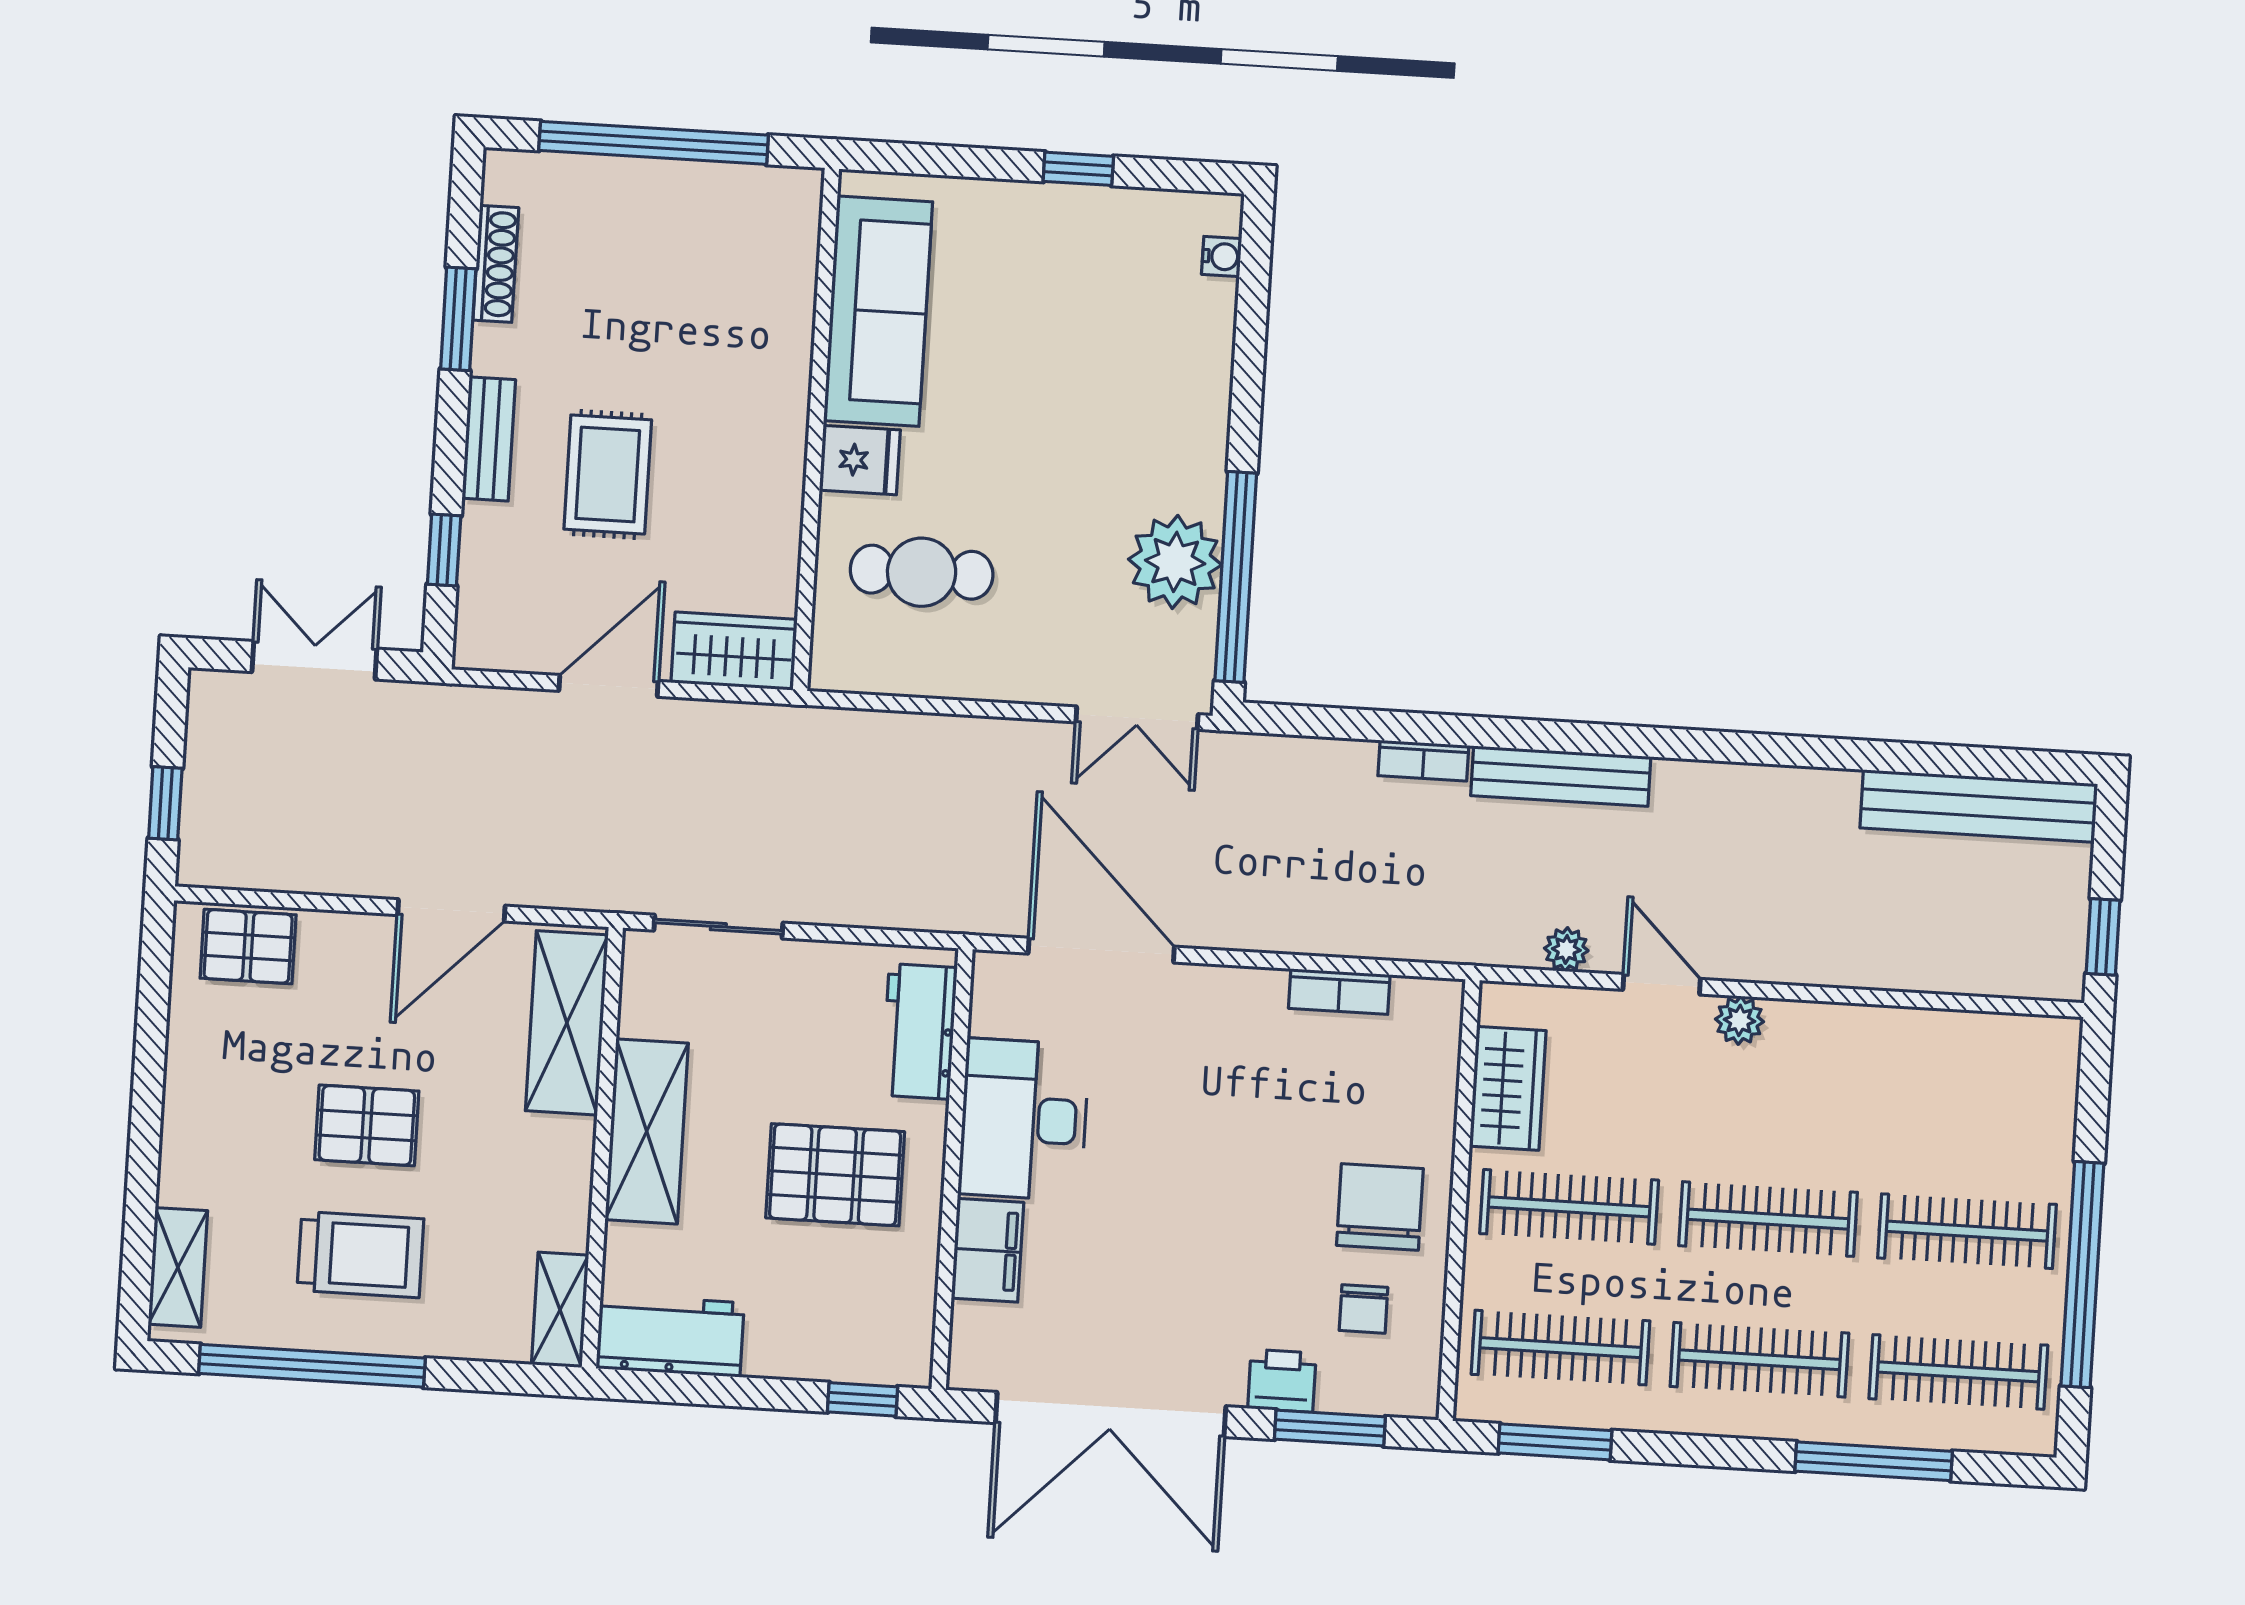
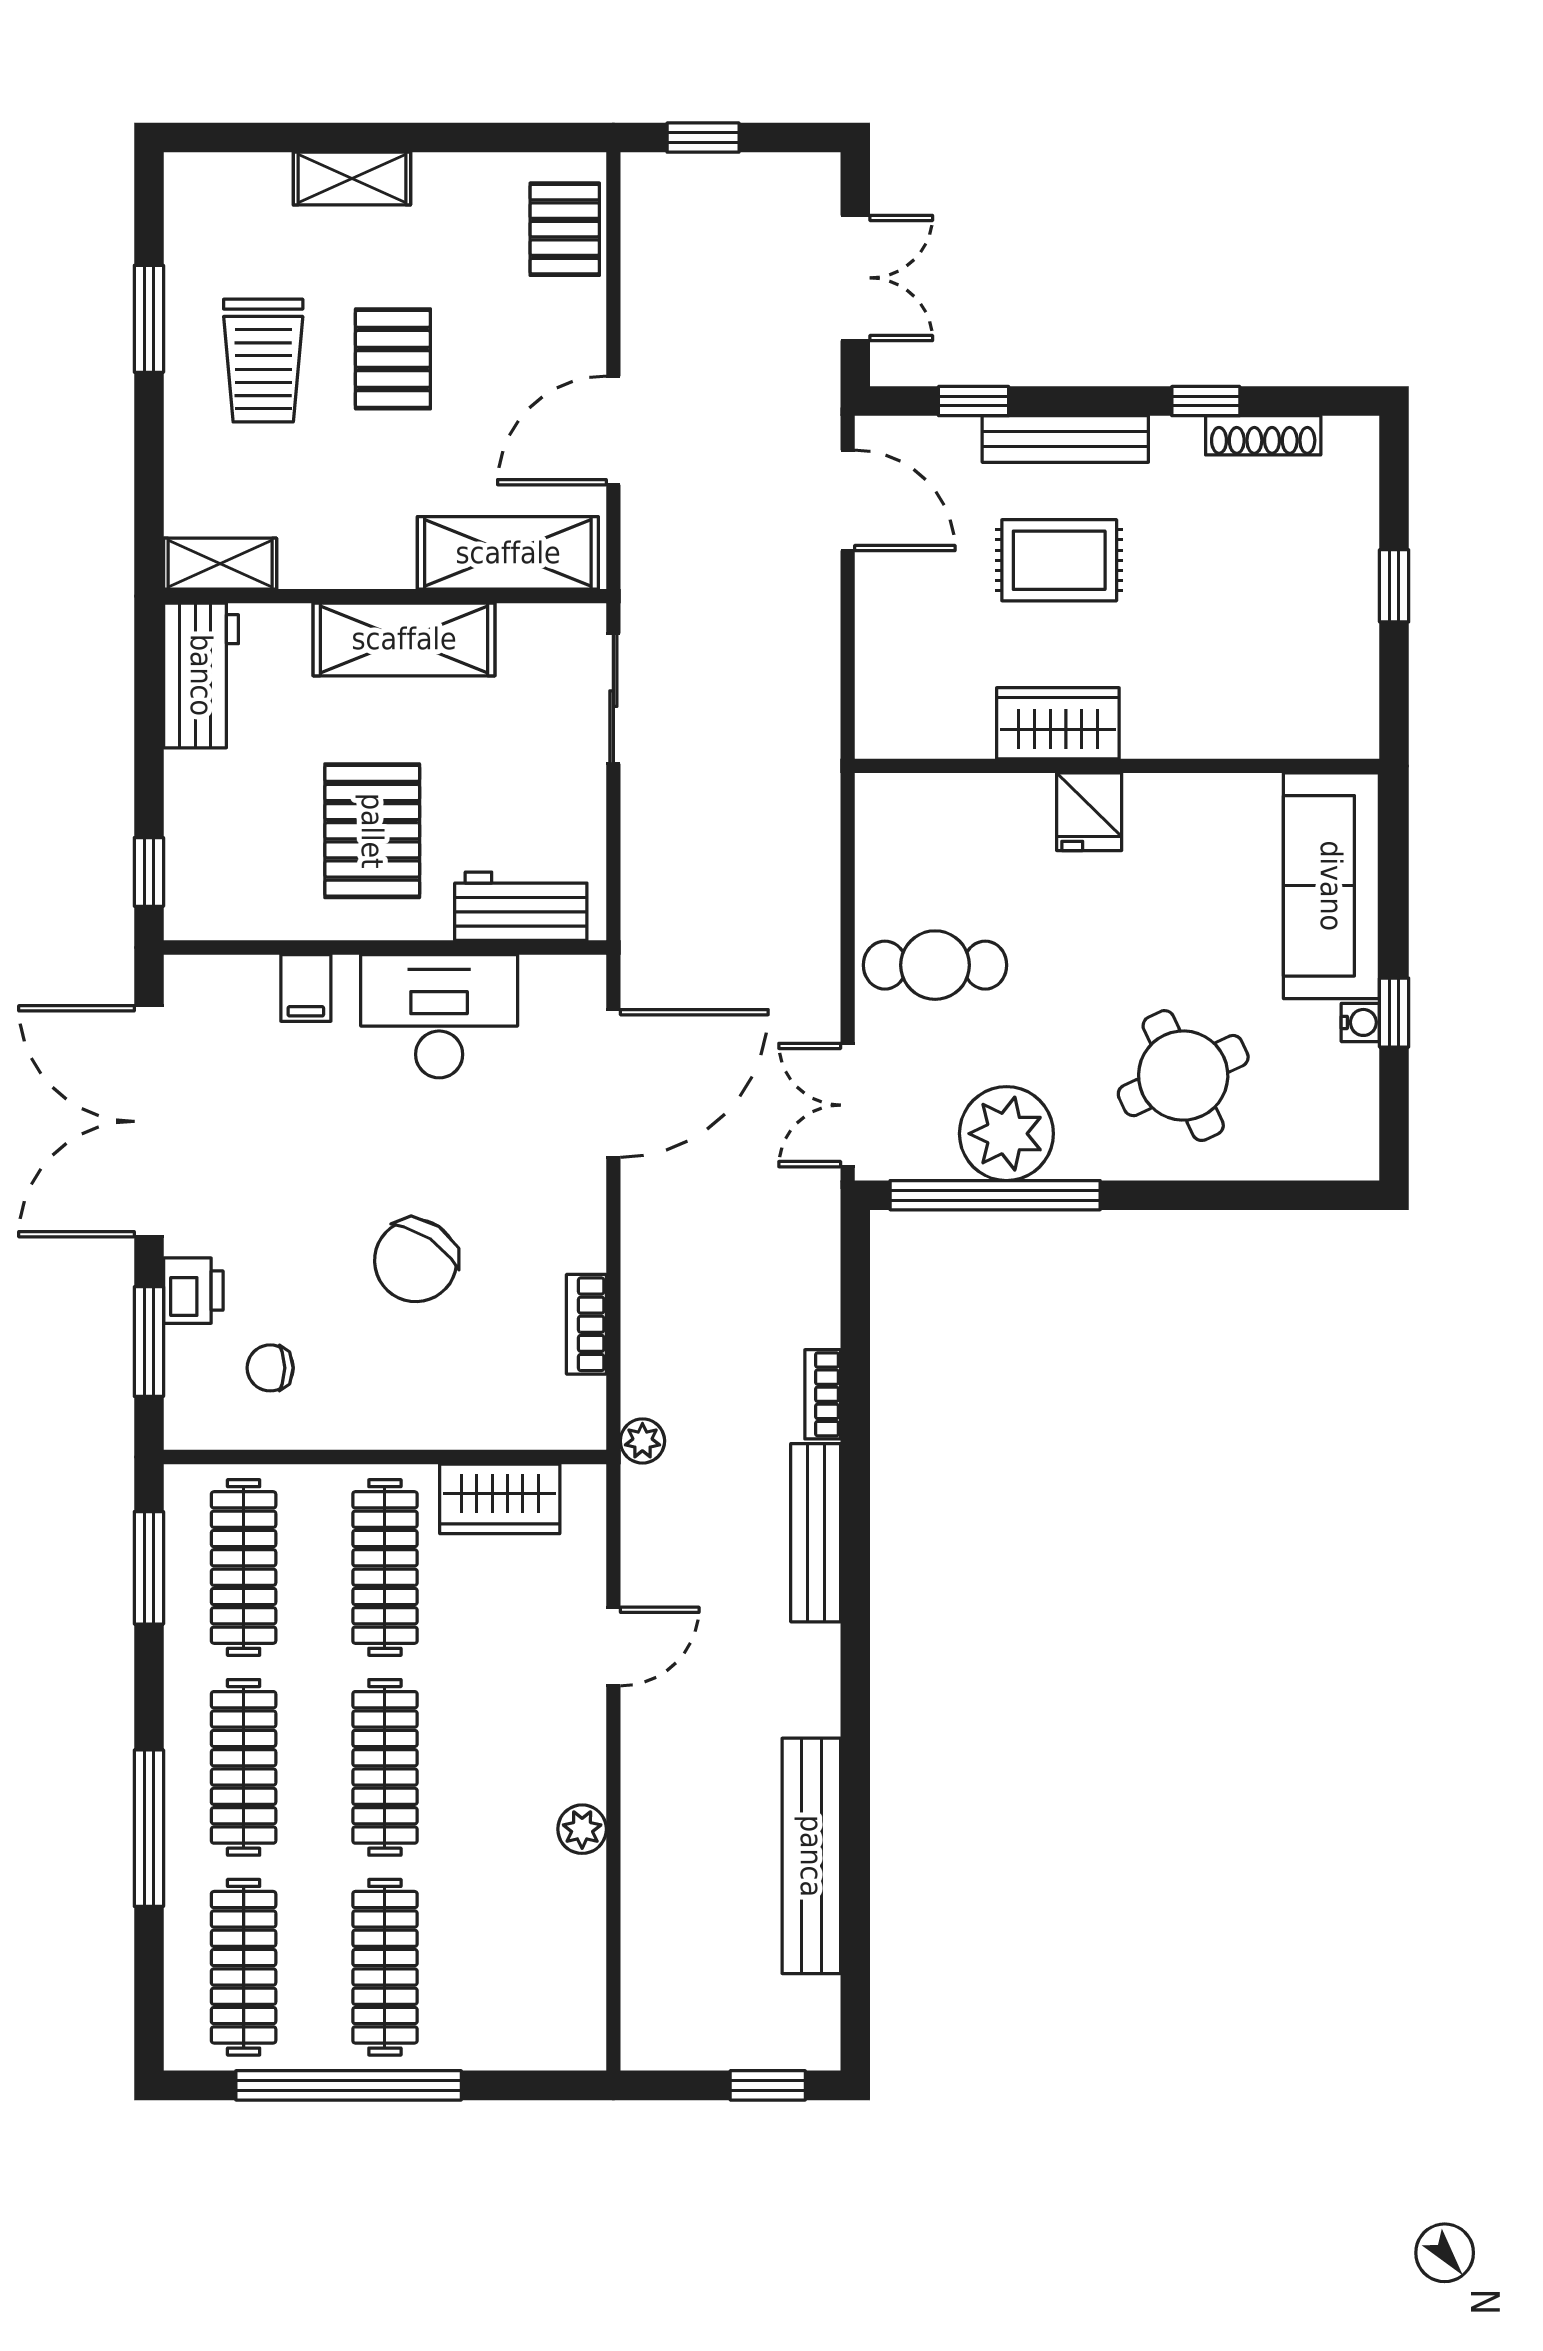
window: (654, 143) -> (1394, 586), width x0.32
water cooler: (1222, 257) -> (1360, 1022), moved, turned -90
sofa: (878, 311) -> (1331, 886), moved, turned 90
window: (458, 319) -> (1206, 401), width x0.67
round table: (1128, 382) -> (1183, 1076), added
bench: (489, 439) -> (1065, 439), width x1.36
cafe table: (922, 572) -> (935, 965), moved, turned 90
wardrobe: (734, 651) -> (1058, 723), moved, turned -90
door: (608, 686) -> (848, 500), moved
bench: (1979, 806) -> (811, 1856), moved
door: (451, 910) -> (613, 430), hinge flipped
window: (2103, 937) -> (768, 2085), moved
plant: (1566, 949) -> (642, 1441), moved
plant: (1740, 1020) -> (582, 1829), moved
chair: (1380, 1207) -> (416, 1261), moved, turned 124
filing cabinet: (987, 1250) -> (306, 988), width x0.50
shelving: (178, 1267) -> (352, 179), moved
window: (312, 1366) -> (149, 319), width x0.47
window: (1874, 1461) -> (149, 1828), moved

